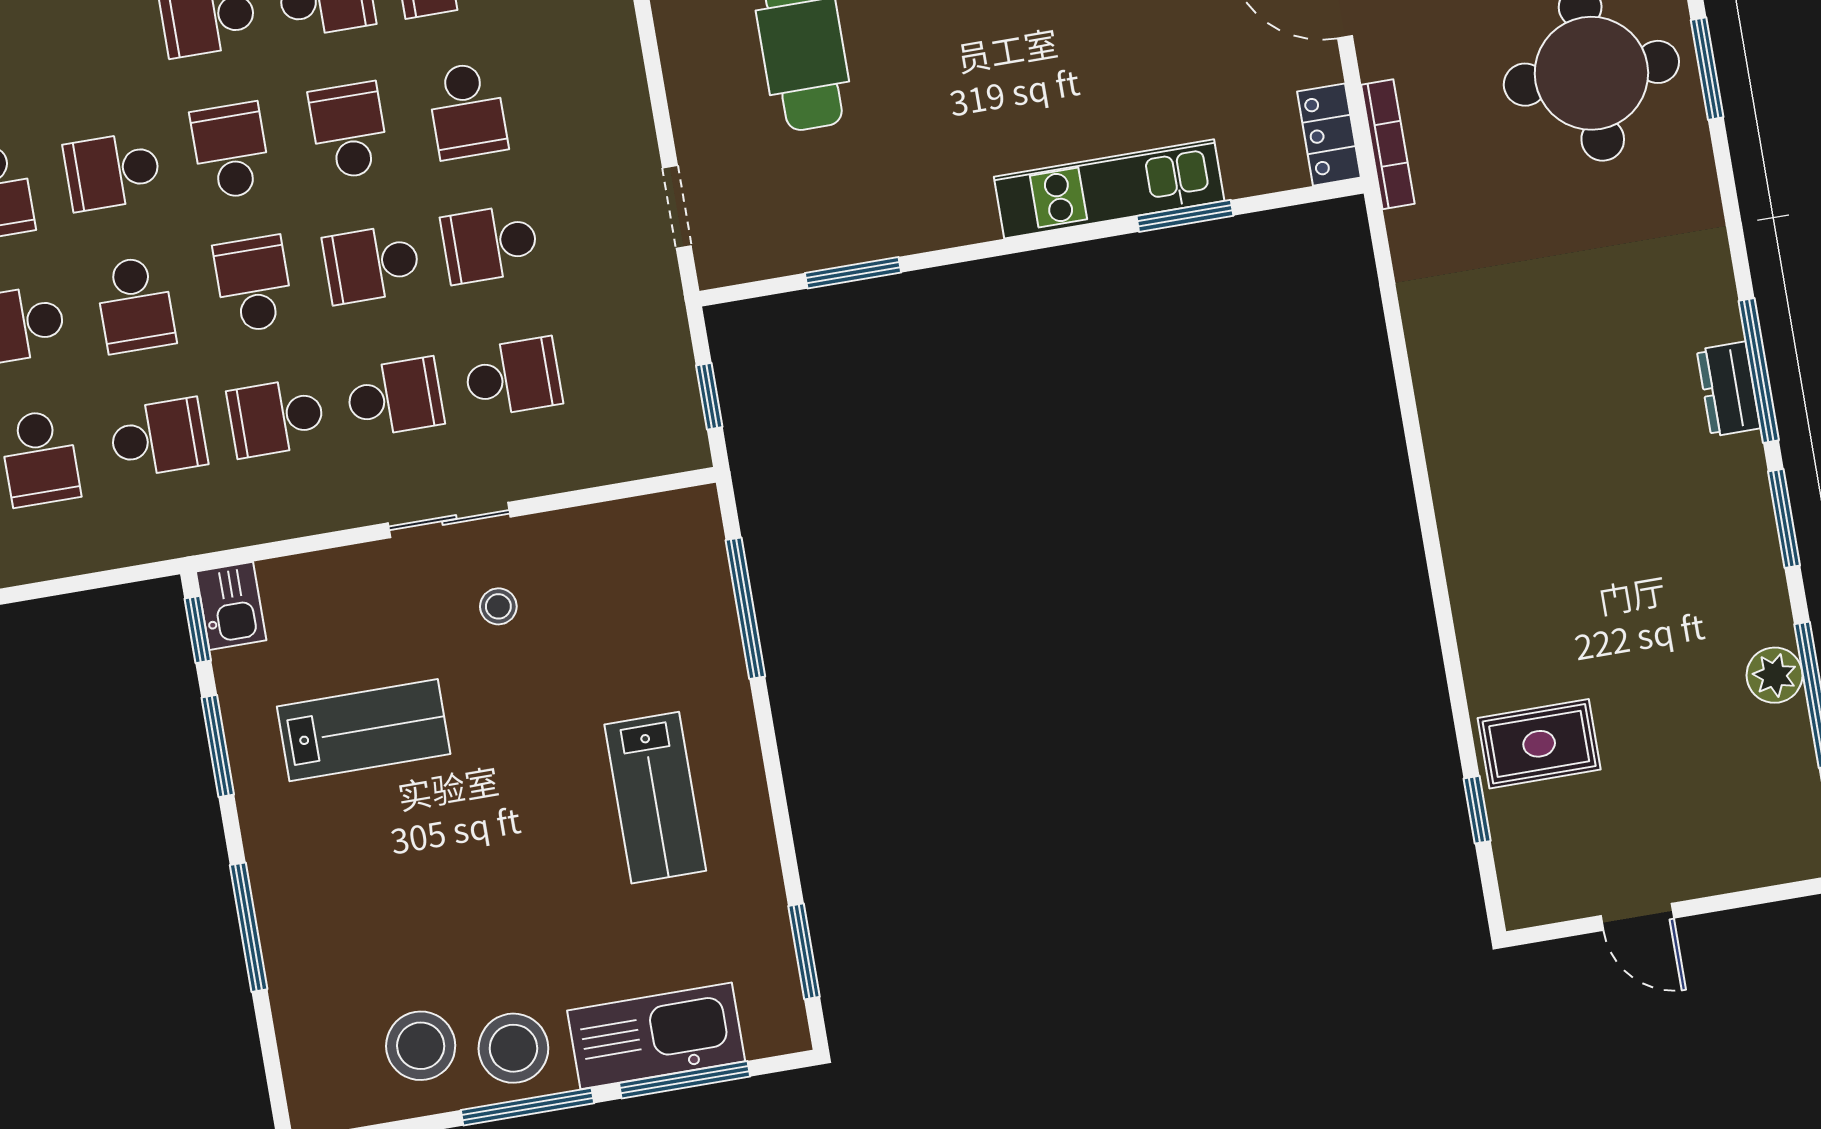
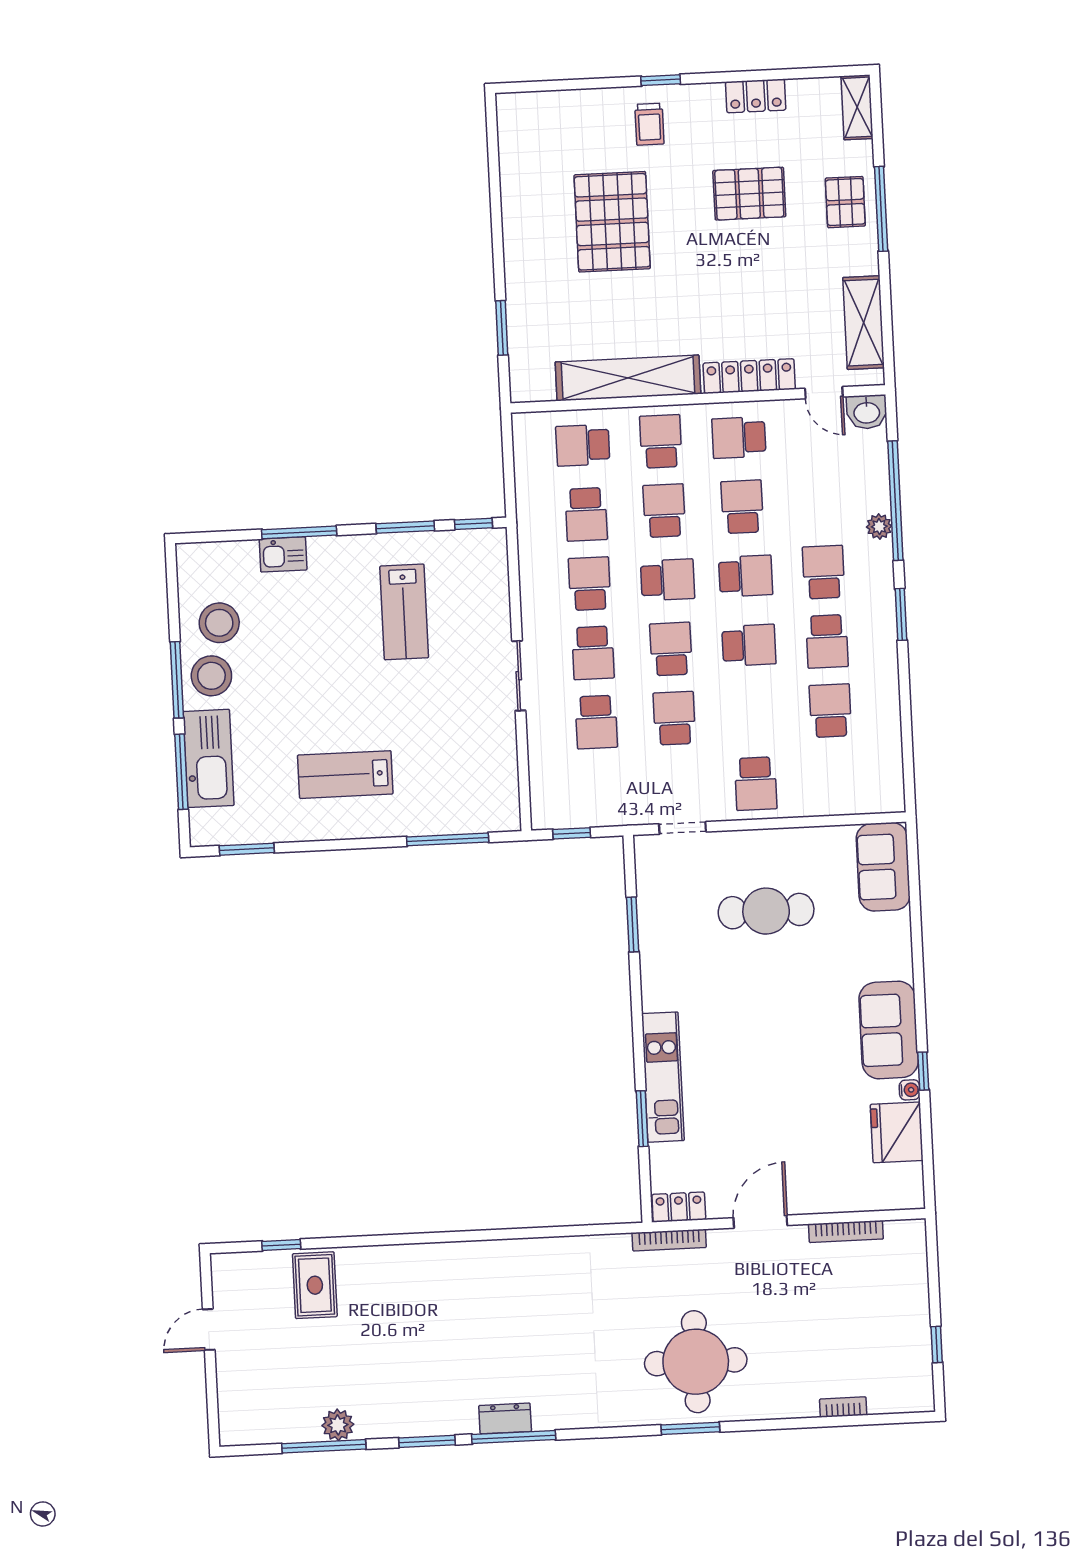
school desk: (467, 111) -> (756, 784), moved, turned -90
school desk: (135, 304) -> (664, 511), turned 90
kitchen sink: (231, 606) -> (283, 554), moved
stool: (498, 606) -> (466, 698), removed

